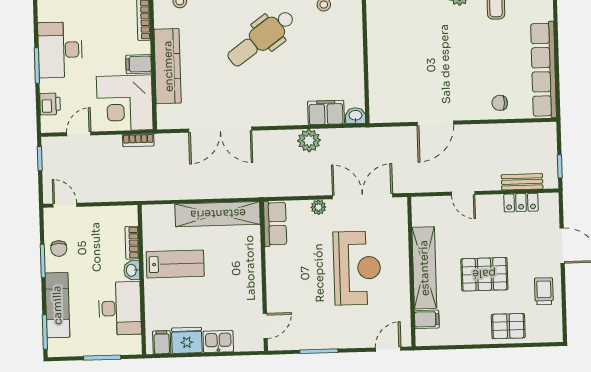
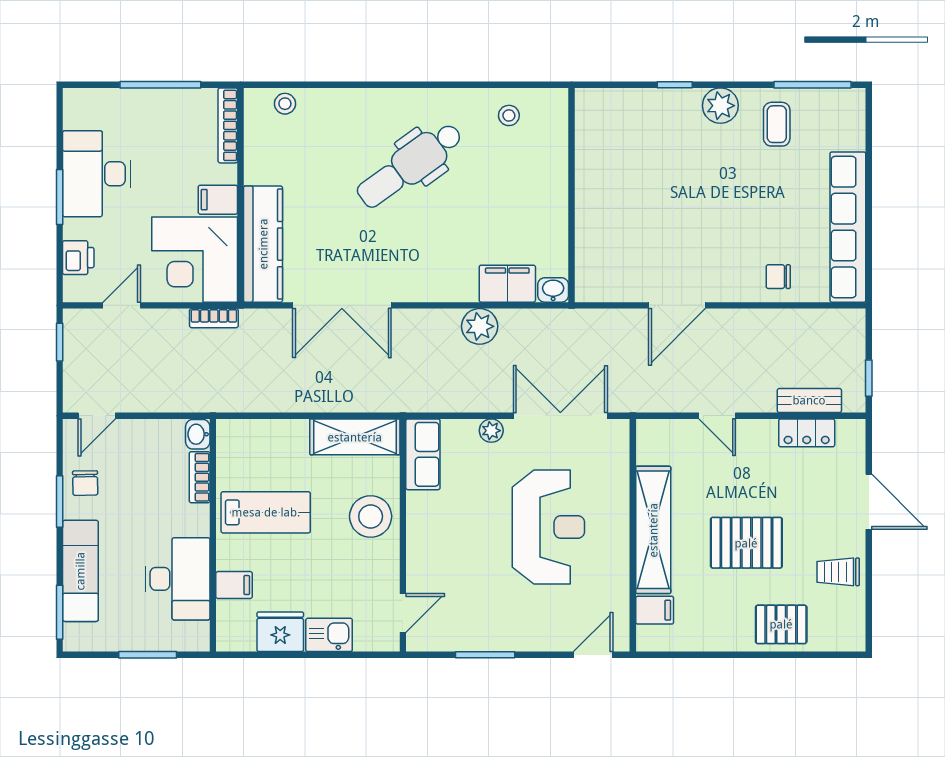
kitchen counter: (168, 66) -> (263, 244), moved
door: (65, 205) -> (97, 416), swing flipped
shelving: (218, 214) -> (355, 437), width x0.68
stool: (243, 265) -> (371, 516), added
washbasin: (132, 270) -> (198, 434), moved
trolley: (544, 291) -> (838, 572), turned -90
filing cabinet: (162, 342) -> (234, 585), moved, turned 90

